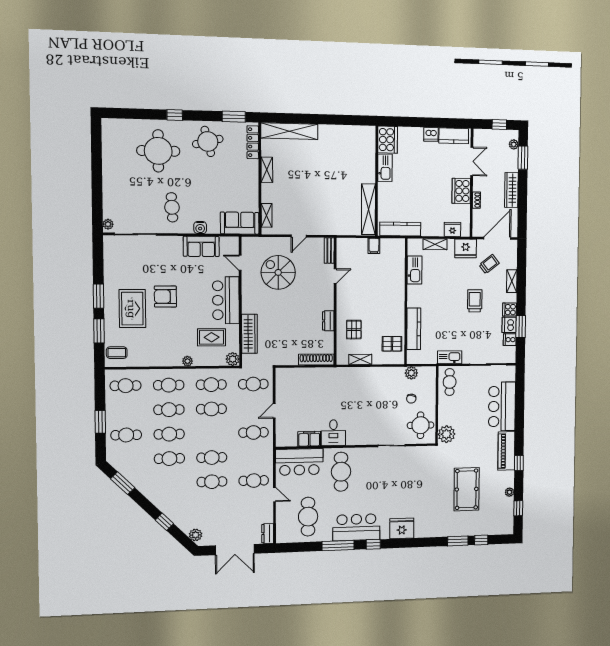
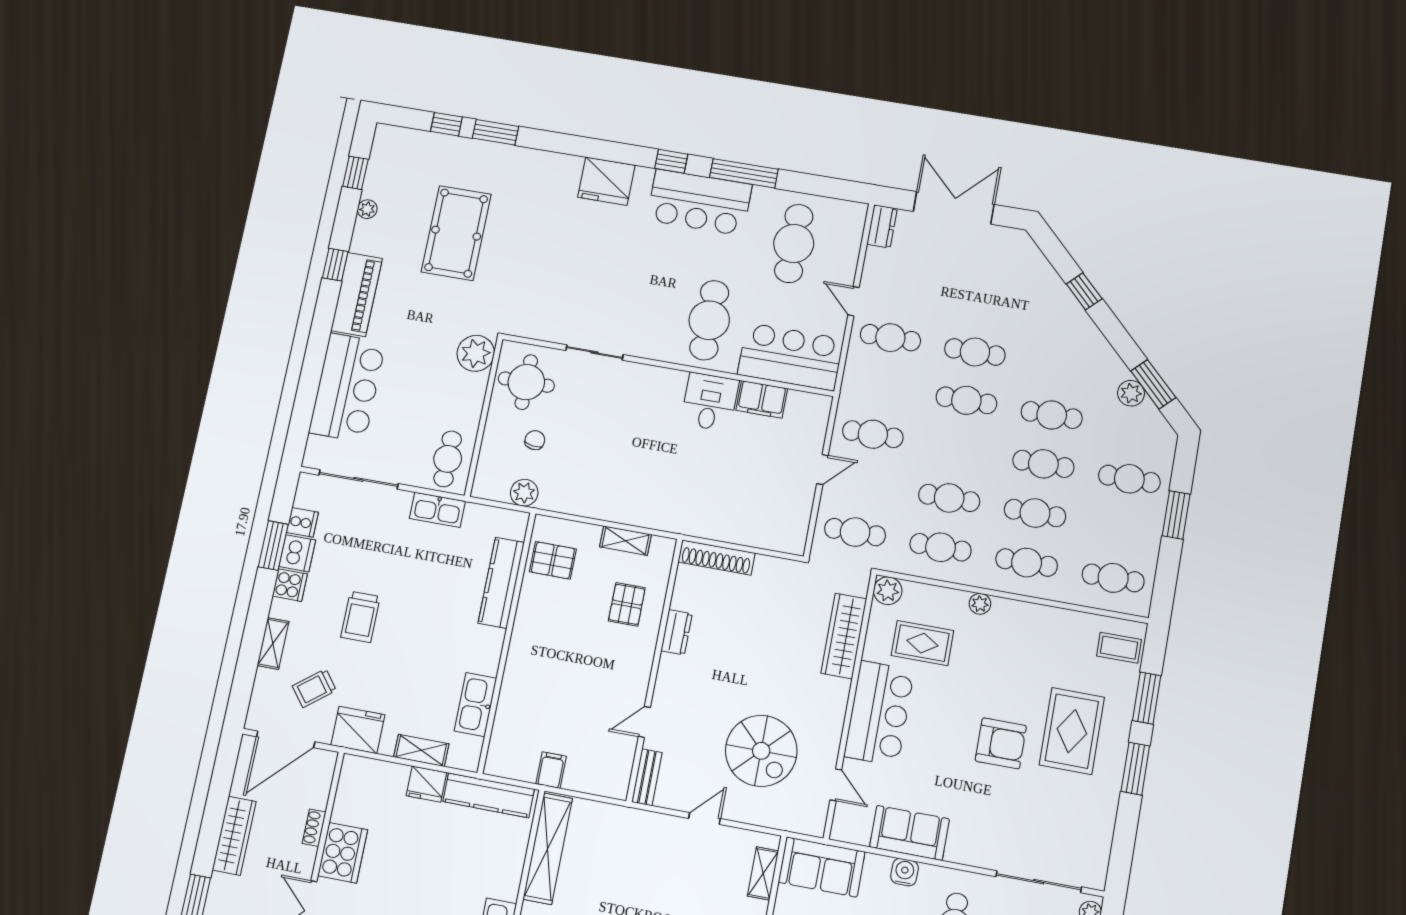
fridge: (452, 229) -> (426, 784), moved
plant: (196, 535) -> (1131, 393), moved

